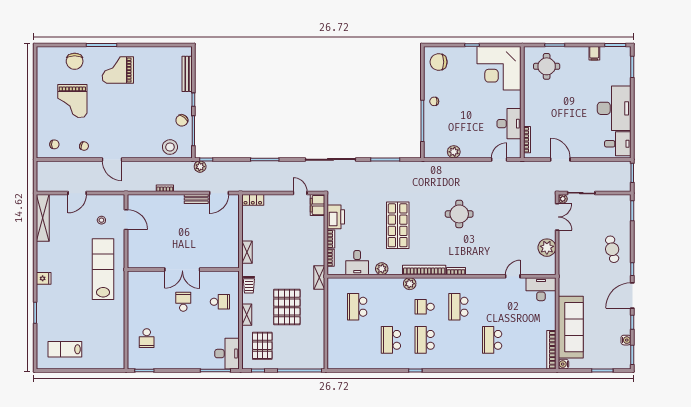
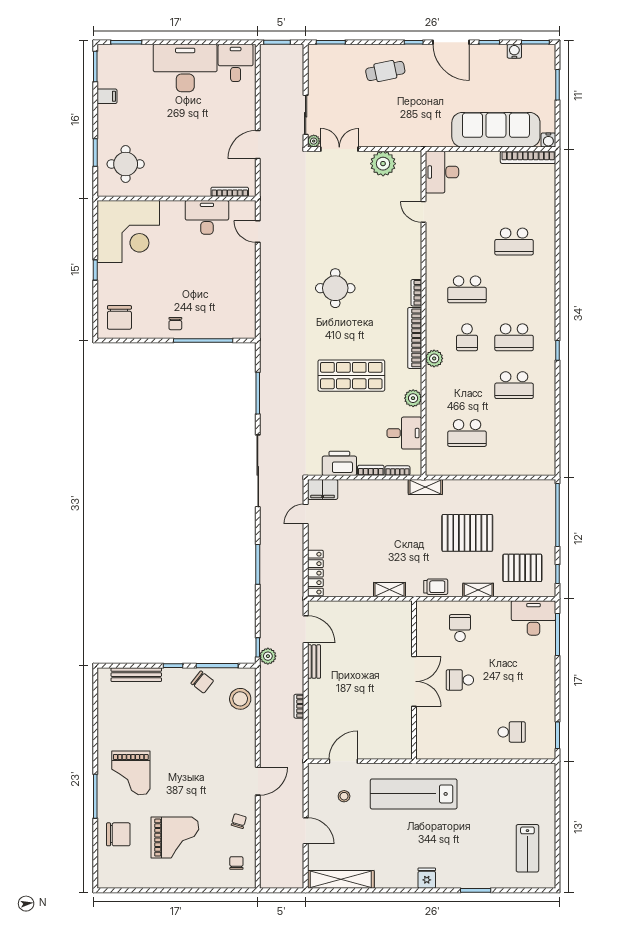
plant: (454, 152) -> (247, 296), removed
locker: (253, 200) -> (315, 573), width x1.53

